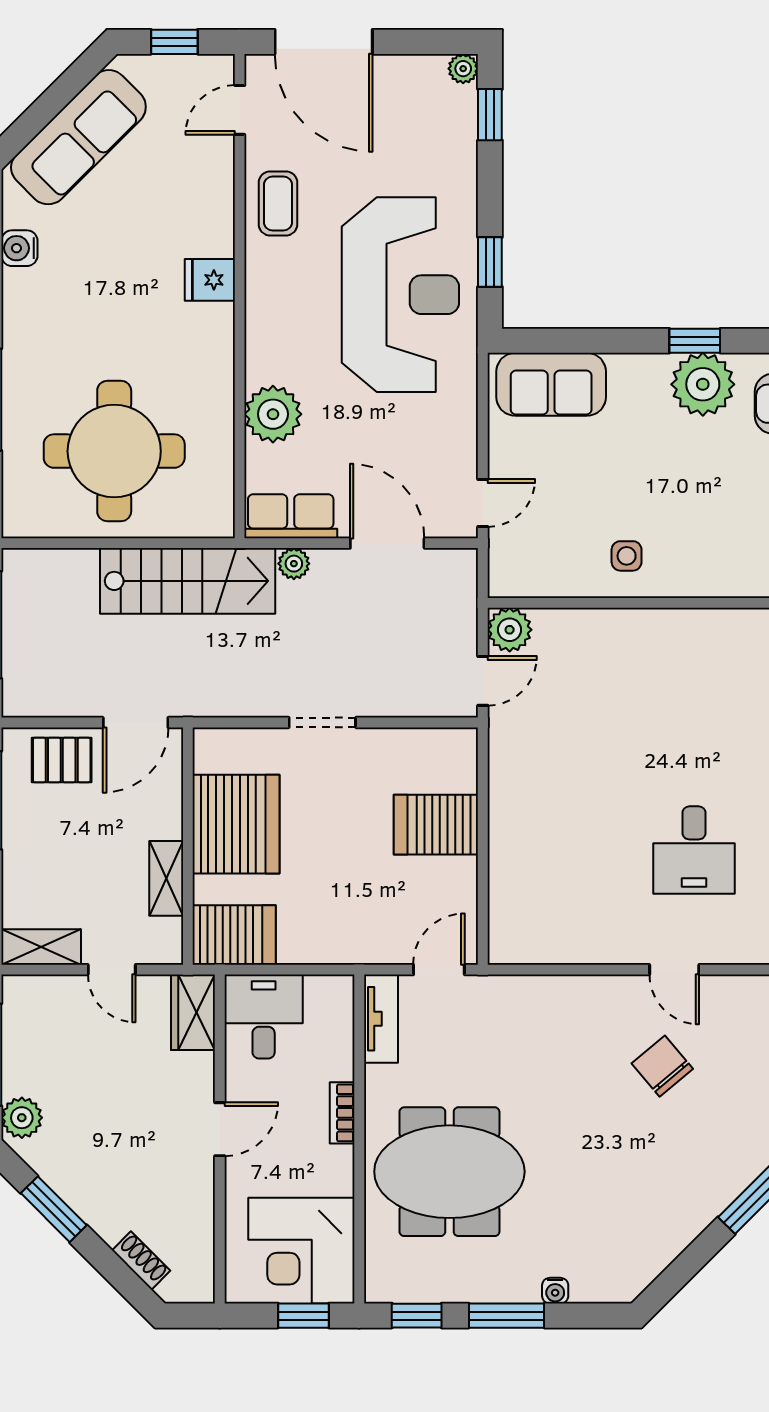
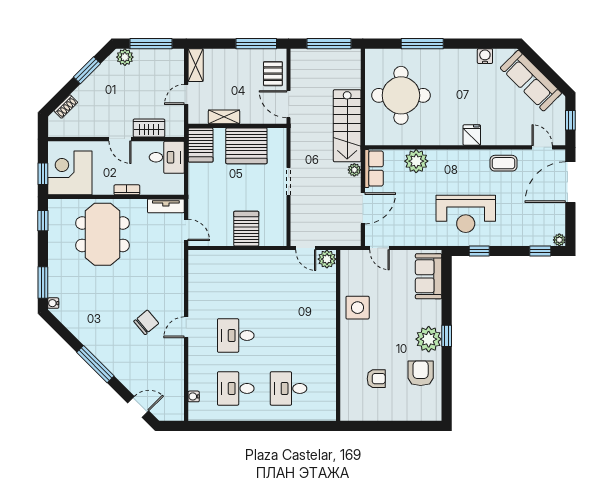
reception desk: (400, 295) -> (466, 214), width x0.74, depth x0.77
side table: (627, 556) -> (358, 308), width x1.87, depth x1.87
wardrobe: (193, 1012) -> (149, 128), moved
water cooler: (555, 1291) -> (53, 303), moved
window: (506, 1316) -> (43, 282), moved

